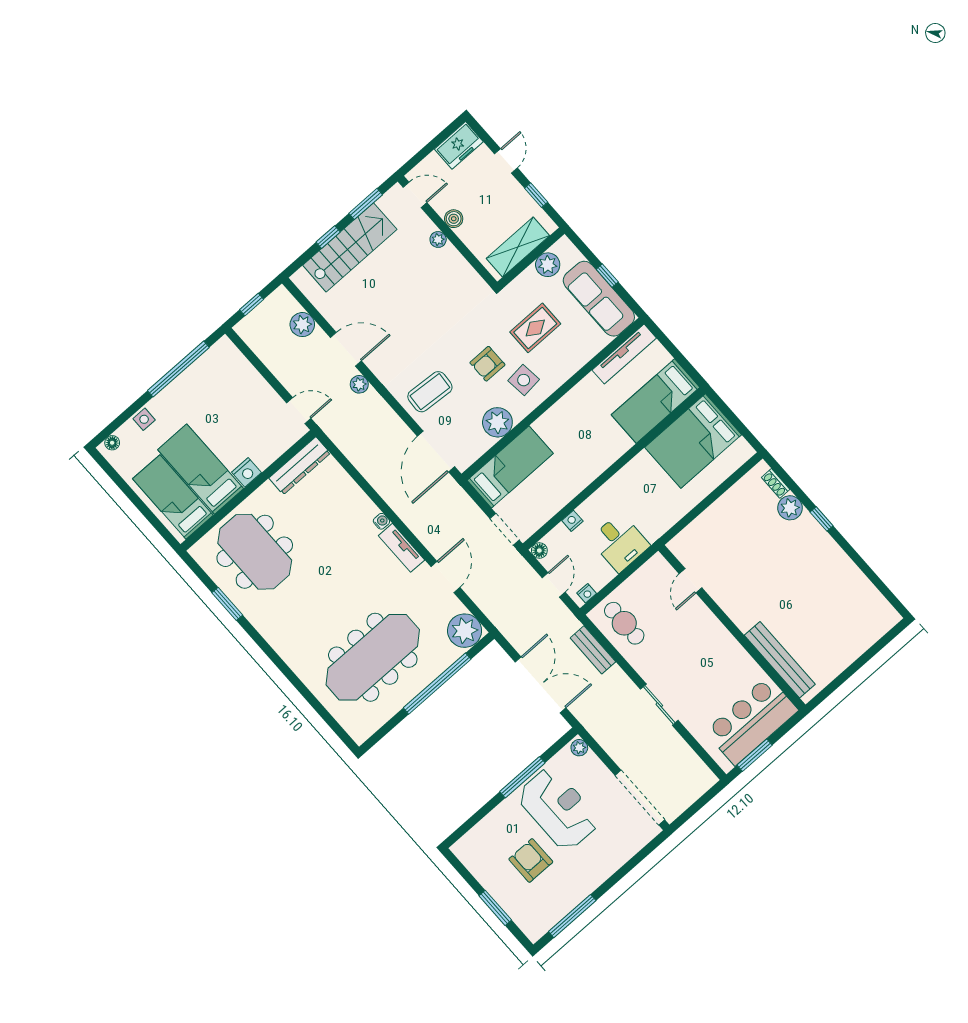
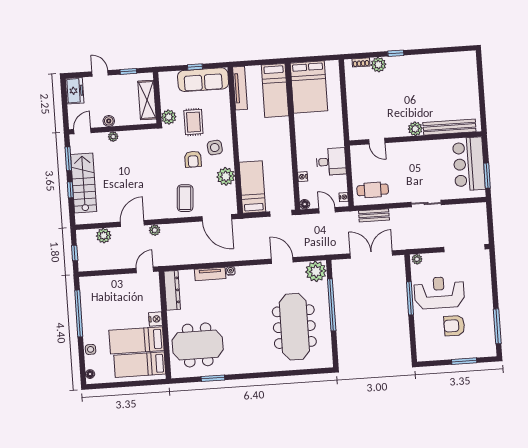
plant: (548, 265) -> (169, 117), moved
tv unit: (402, 548) -> (210, 274), moved
plant: (744, 618) -> (415, 129), added

